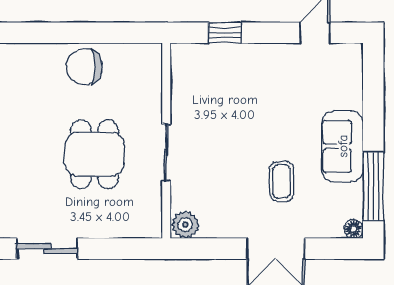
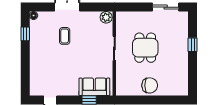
sofa: (343, 146) -> (94, 87), moved, turned -90
window: (373, 186) -> (25, 34), width x0.46

